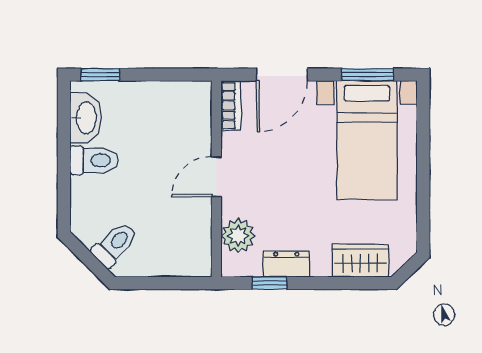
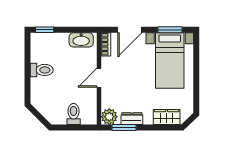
washbasin: (85, 118) -> (81, 40), moved, turned 90
plant: (238, 236) -> (109, 117), moved
toilet: (115, 245) -> (74, 114), moved, turned -45
window: (270, 283) -> (124, 128), width x1.50

